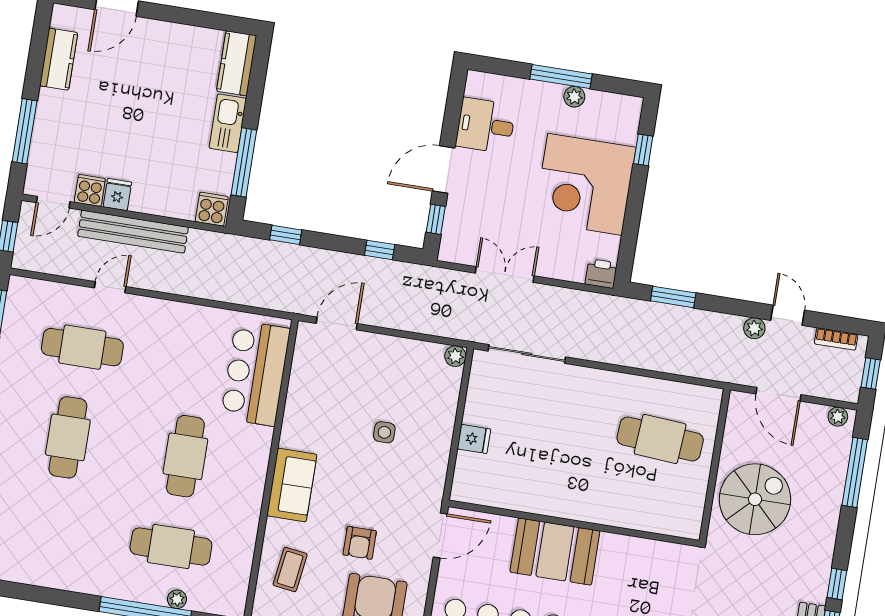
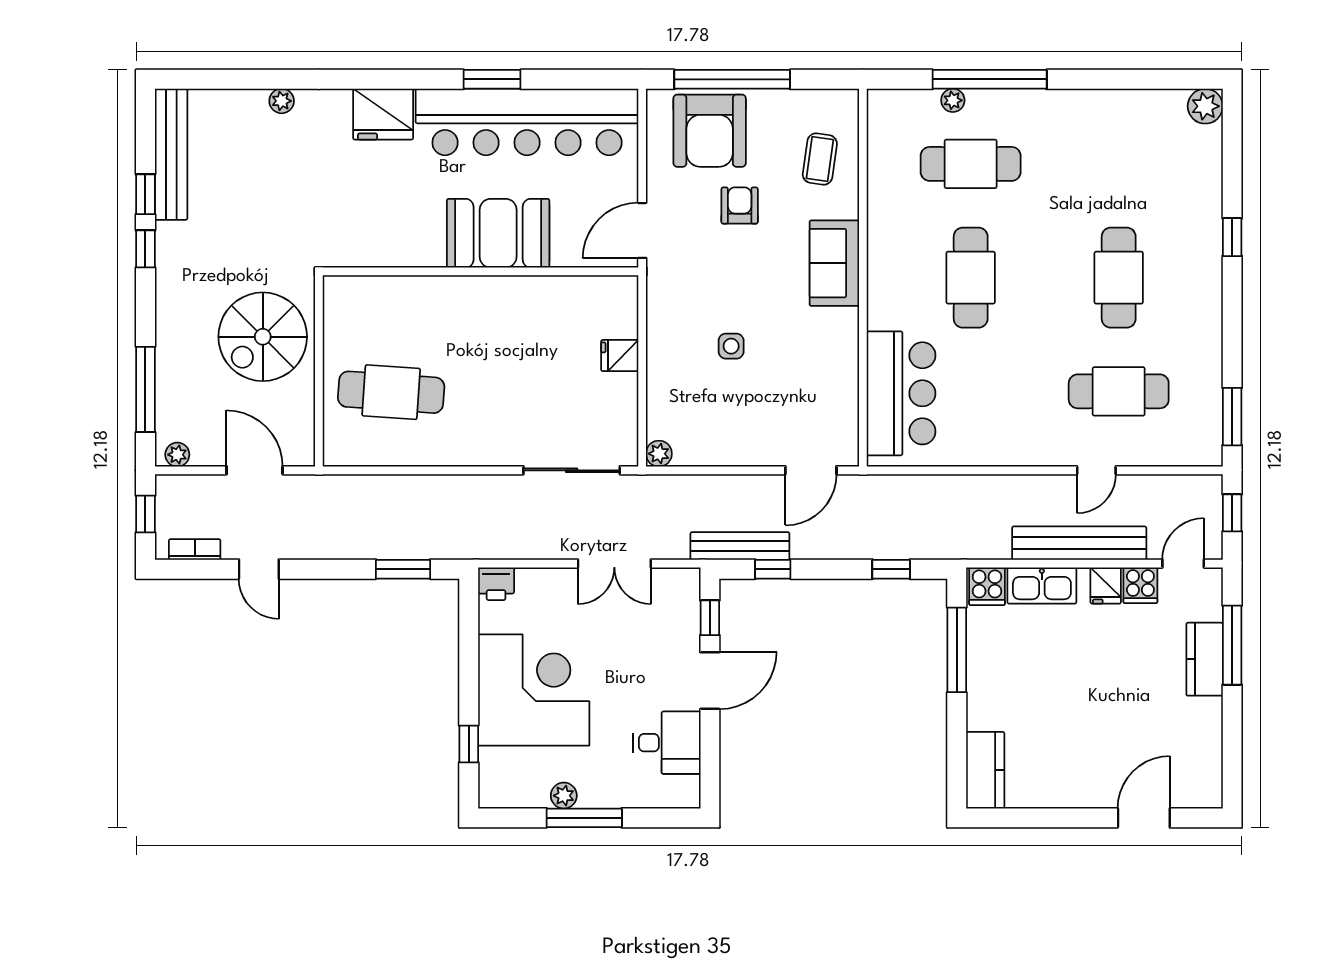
kitchen counter: (59, 59) -> (1205, 659), moved
kitchen sink: (228, 123) -> (1042, 585), moved, turned 90
bench: (403, 272) -> (740, 546), added
plant: (754, 328) -> (297, 547), removed

